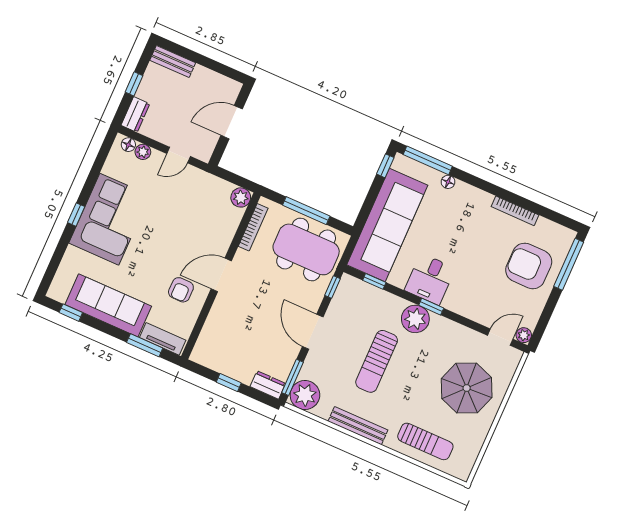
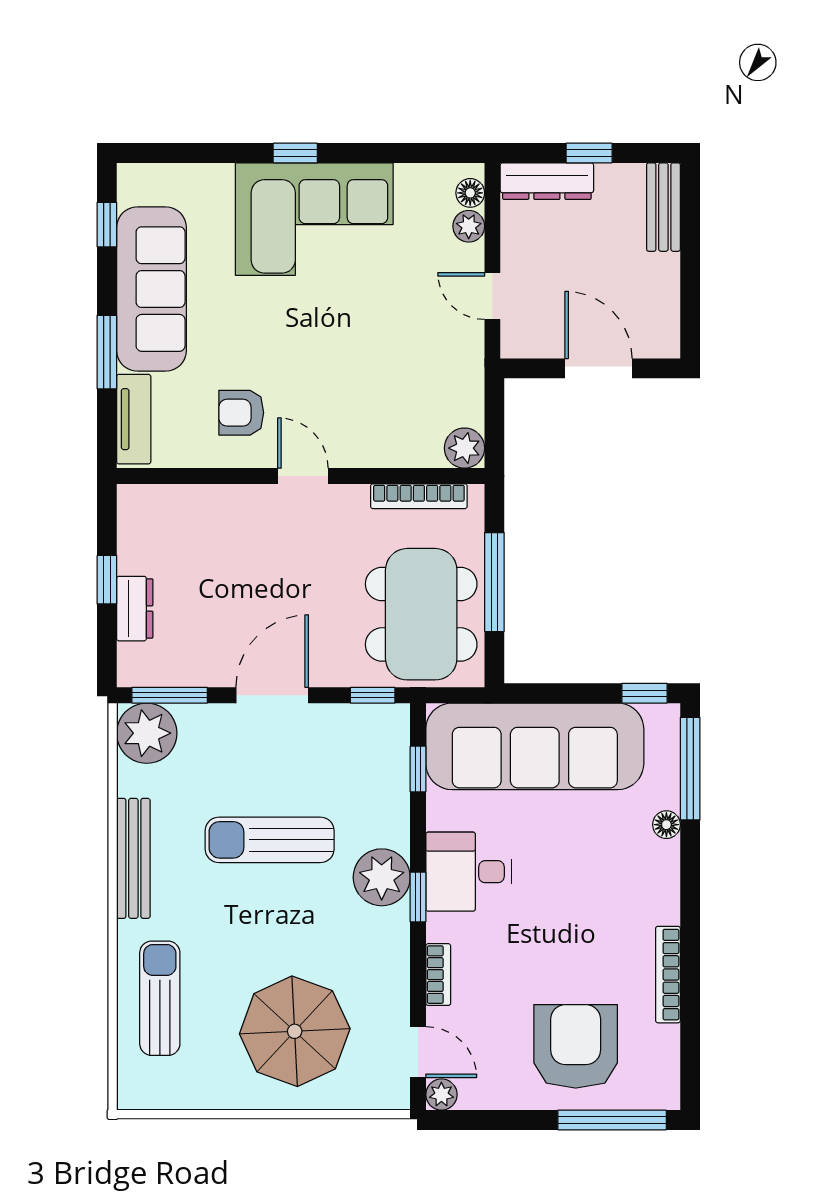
dresser: (135, 115) -> (547, 181), width x1.44
door: (221, 275) -> (303, 476), width x0.73
bookcase: (470, 313) -> (438, 975), added
window: (145, 345) -> (107, 352), moved
dresser: (268, 385) -> (135, 609), moved
sun lounger: (425, 441) -> (160, 998), turned 180

